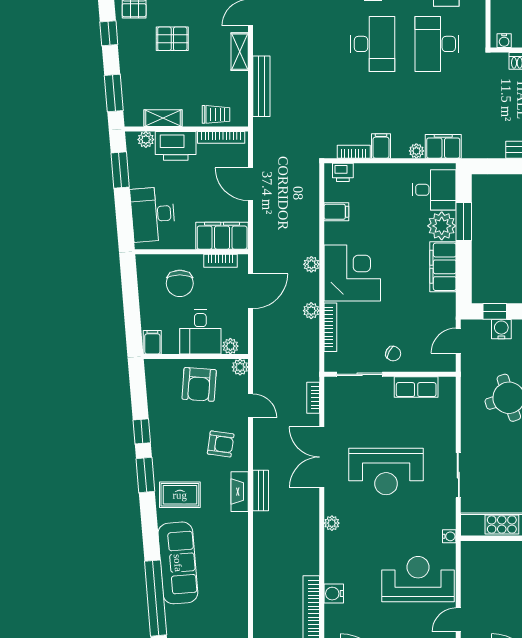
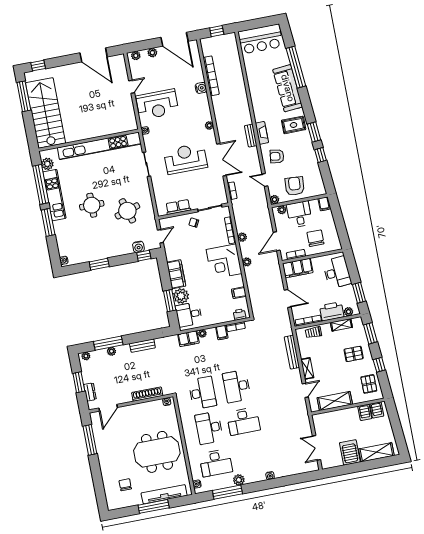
pallet: (172, 39) -> (354, 354), moved

